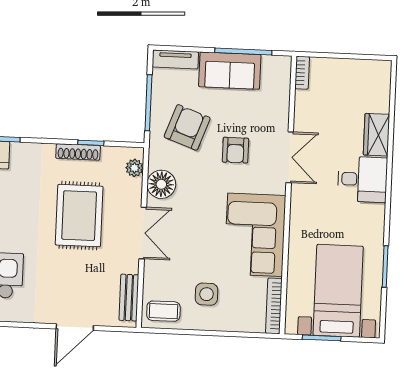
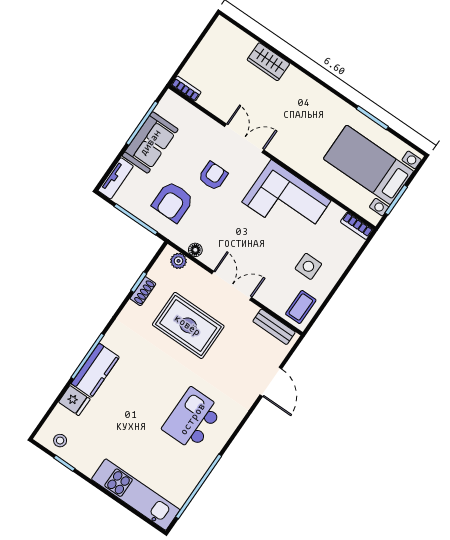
armchair: (187, 127) -> (173, 202), turned -110
armchair: (235, 150) -> (213, 176), turned -90
shoe rack: (78, 152) -> (143, 291), width x0.70
desk: (362, 179) -> (296, 94), removed
floor lamp: (161, 184) -> (195, 250), width x0.53, depth x0.53
bookcase: (274, 306) -> (357, 226), width x0.64

